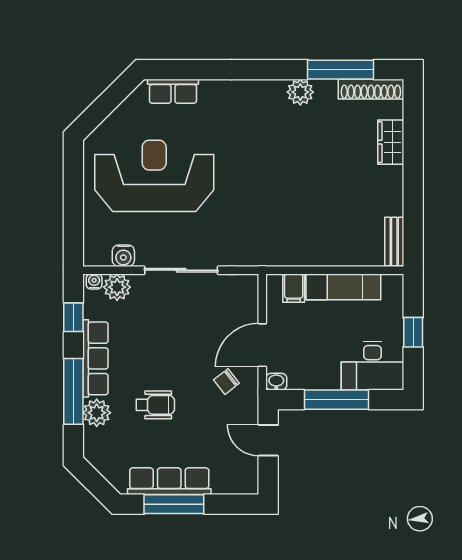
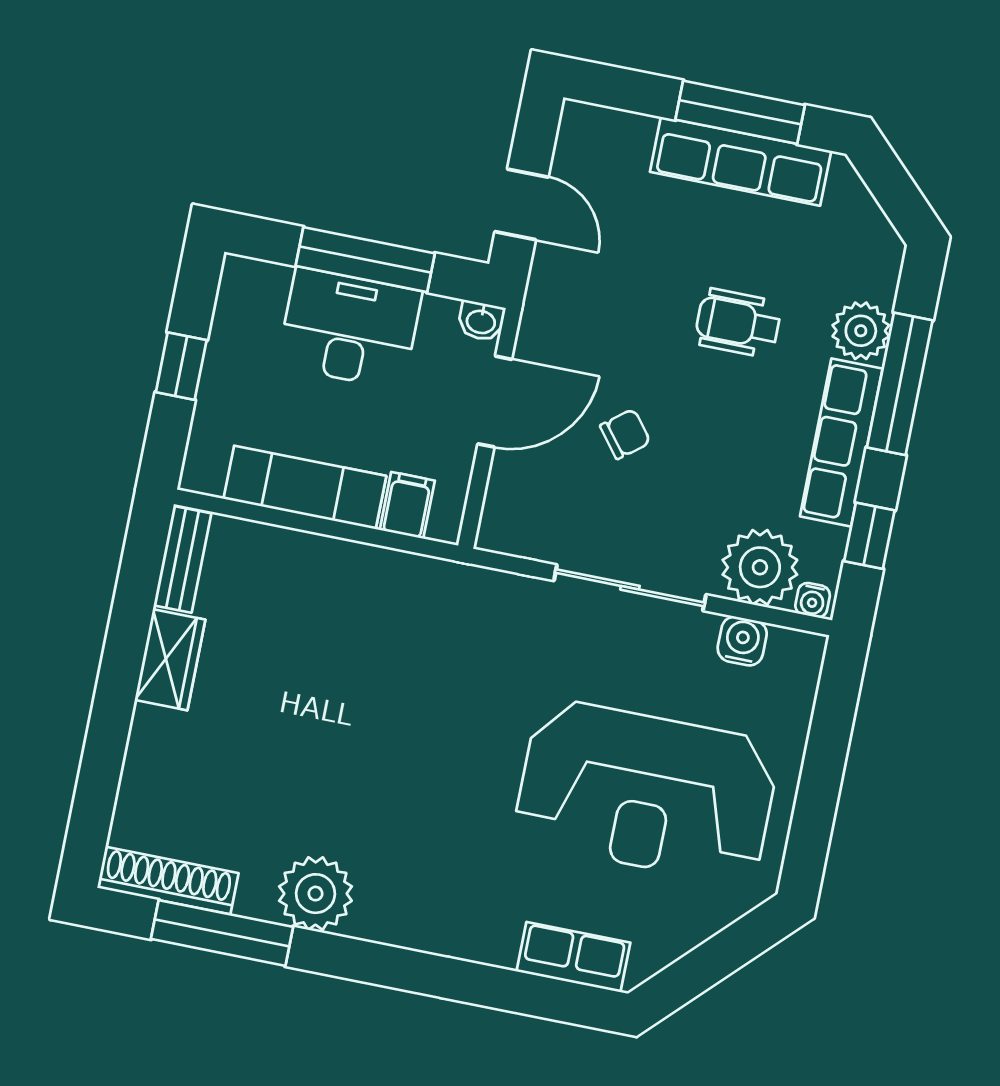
plant: (300, 92) -> (315, 894), width x1.36, depth x1.36
wardrobe: (391, 142) -> (170, 660), moved
plant: (117, 287) -> (760, 567), width x1.36, depth x1.36
desk: (372, 366) -> (350, 328), moved
chair: (226, 382) -> (625, 434), moved

